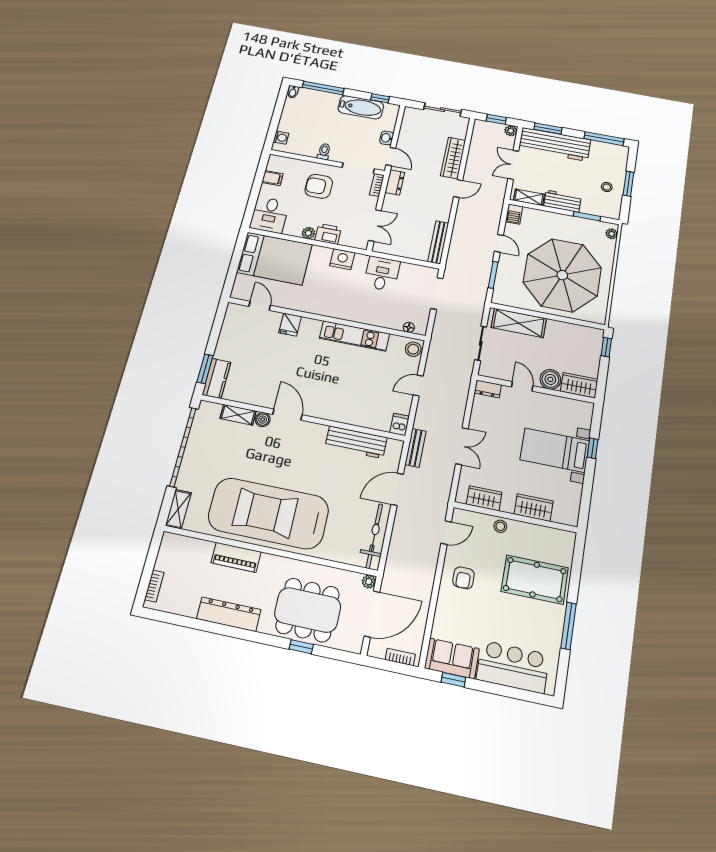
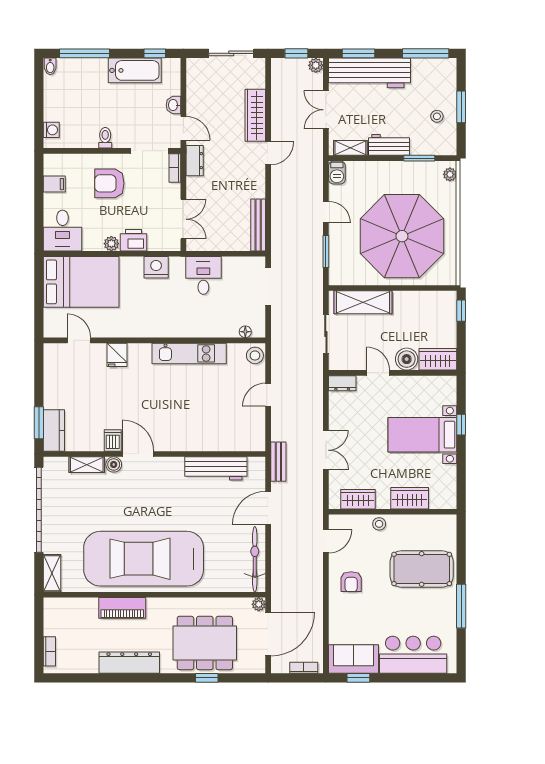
dishwasher: (400, 424) -> (113, 440), moved

